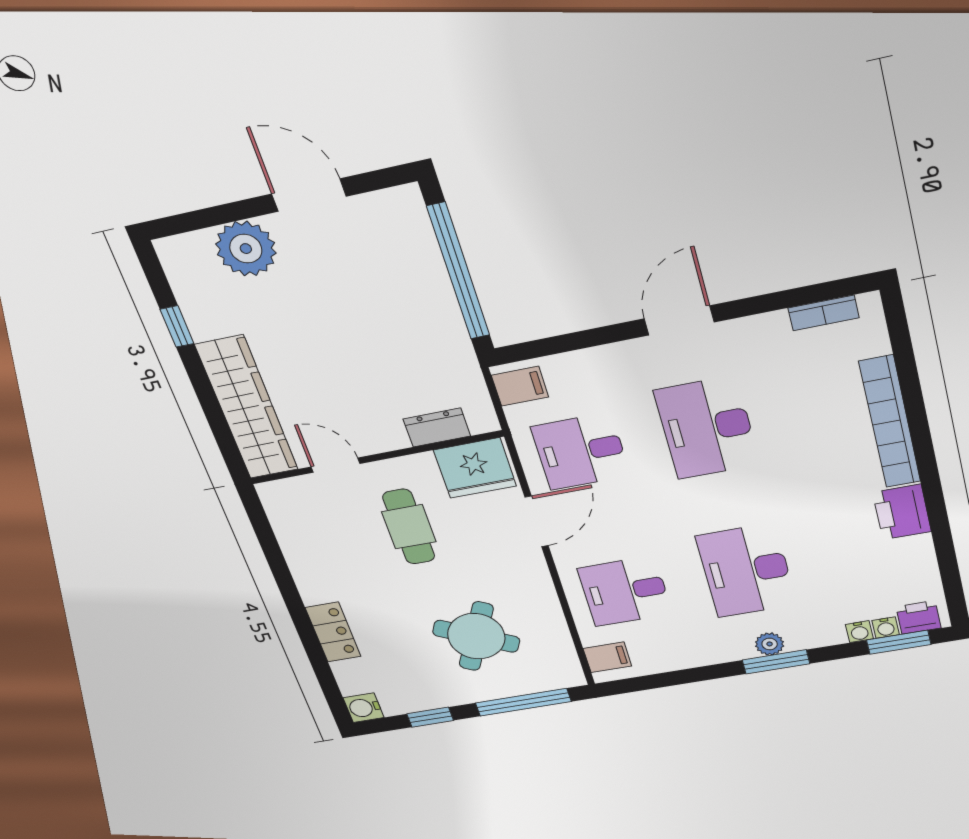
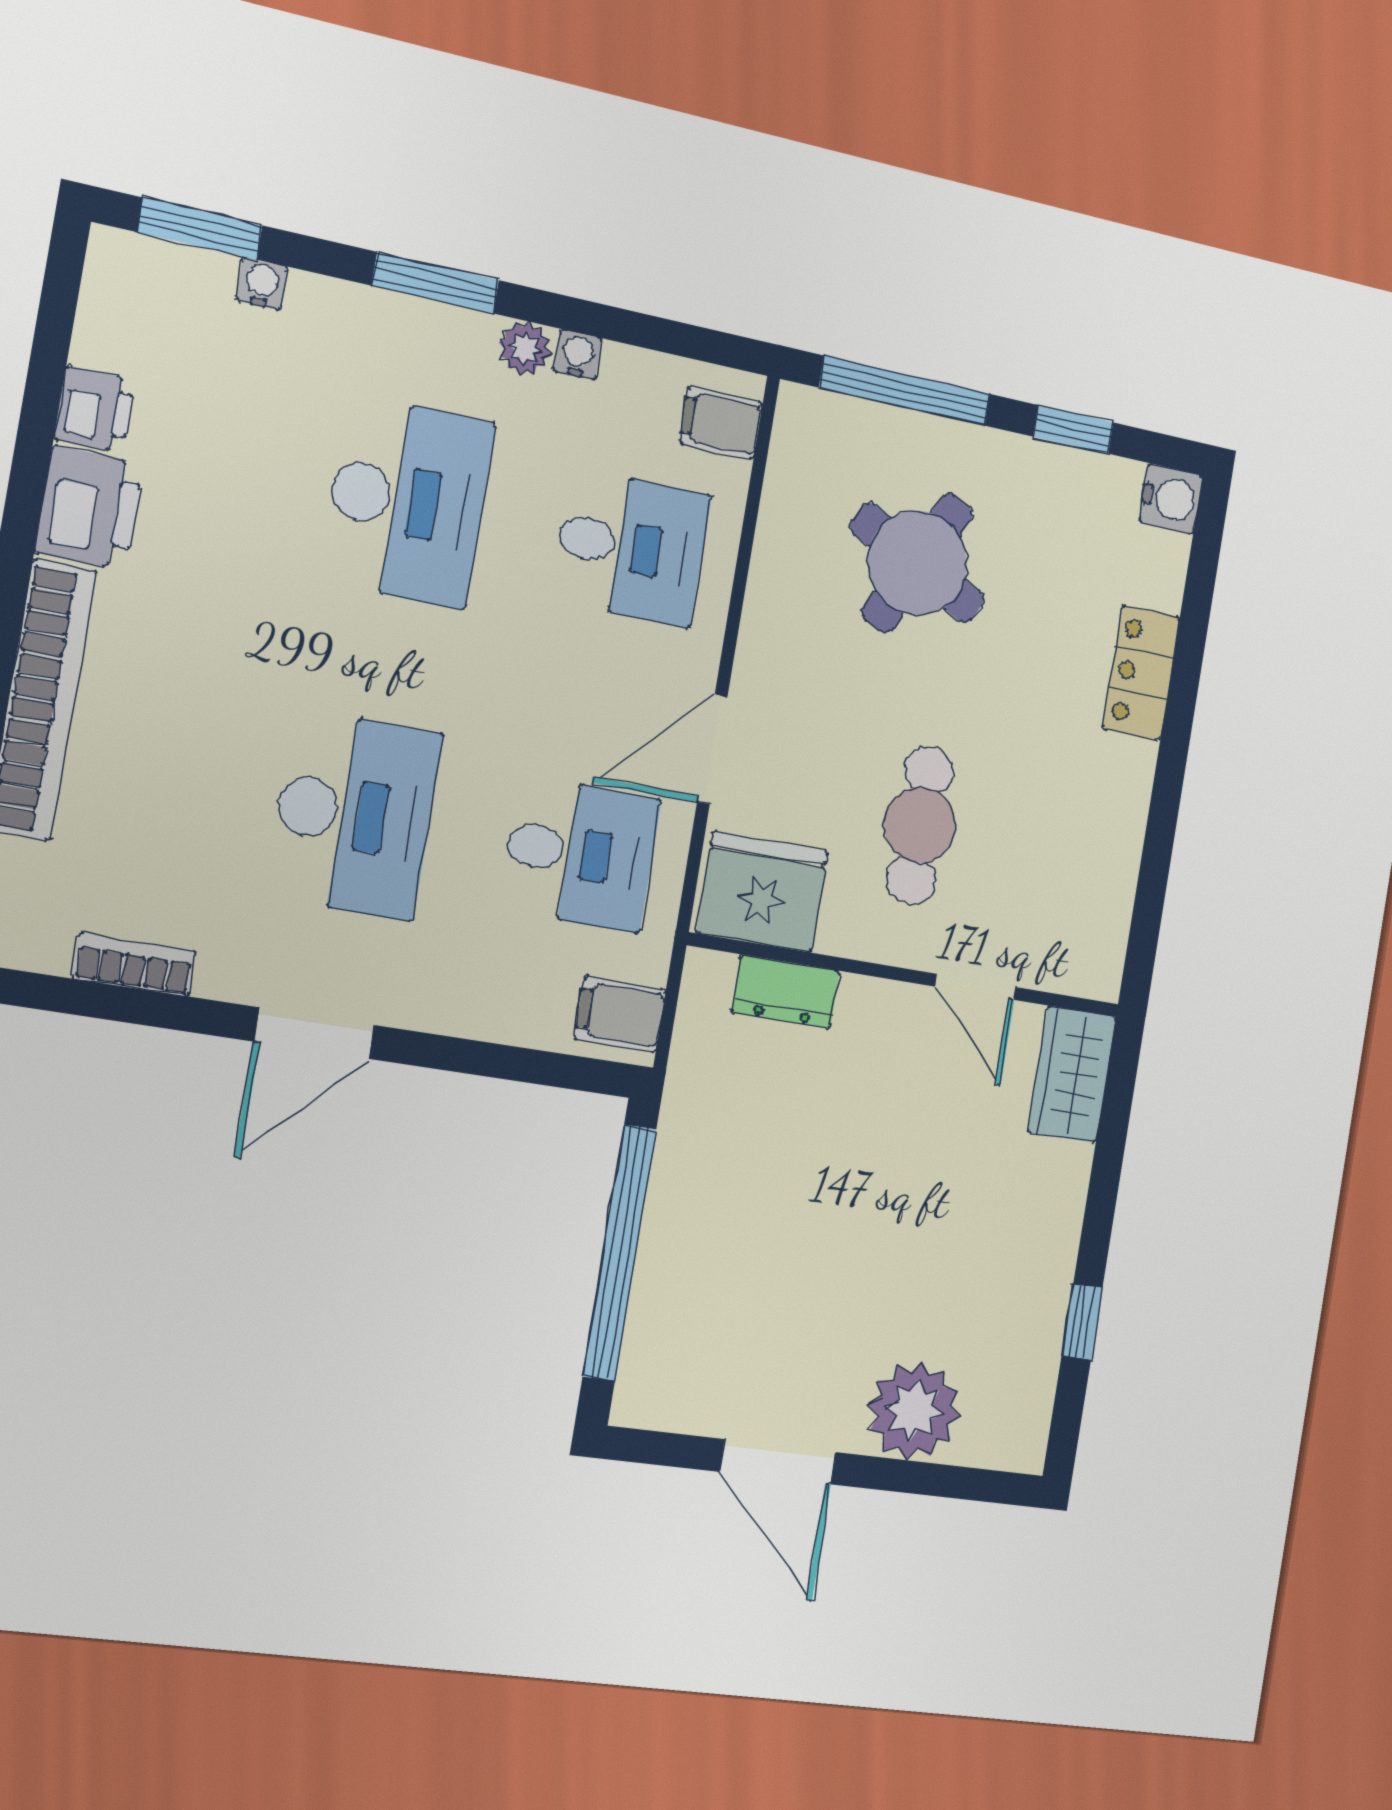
bookcase: (824, 313) -> (134, 965), moved
wardrobe: (247, 408) -> (1072, 1074), width x0.48, depth x0.85
printer: (918, 617) -> (95, 409), moved, turned -90
water cooler: (886, 628) -> (578, 355), moved
plant: (770, 644) -> (525, 348), moved

